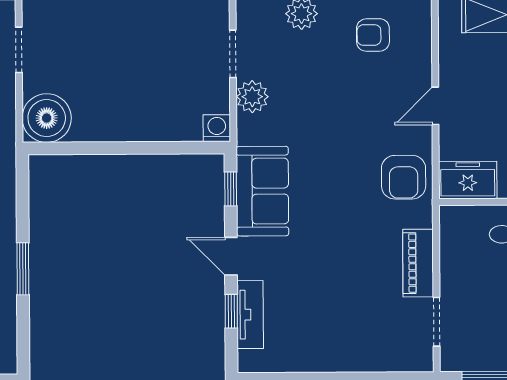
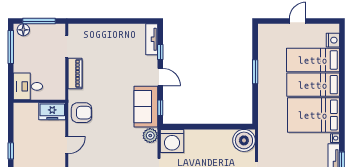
plant: (252, 97) -> (150, 136), moved
washing machine: (217, 128) -> (172, 141), width x1.89, depth x1.89
armchair: (404, 177) -> (81, 113), turned 90
tv unit: (250, 315) -> (152, 39), moved

